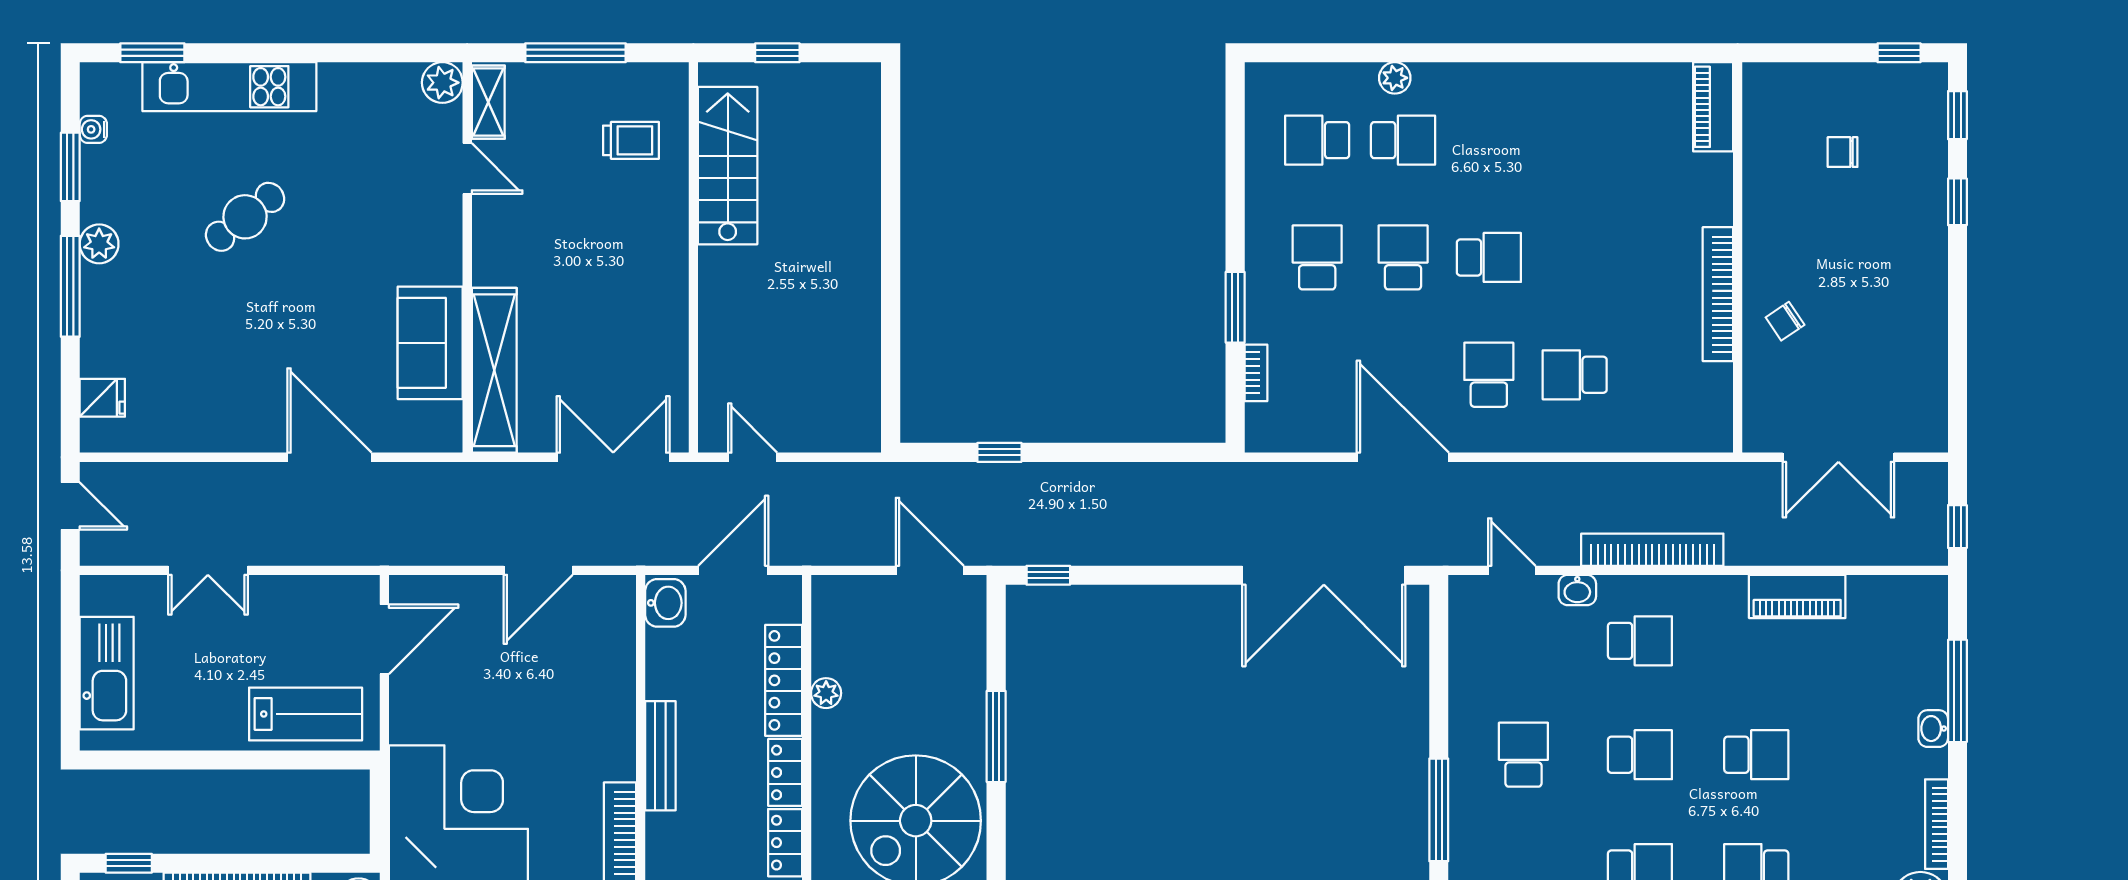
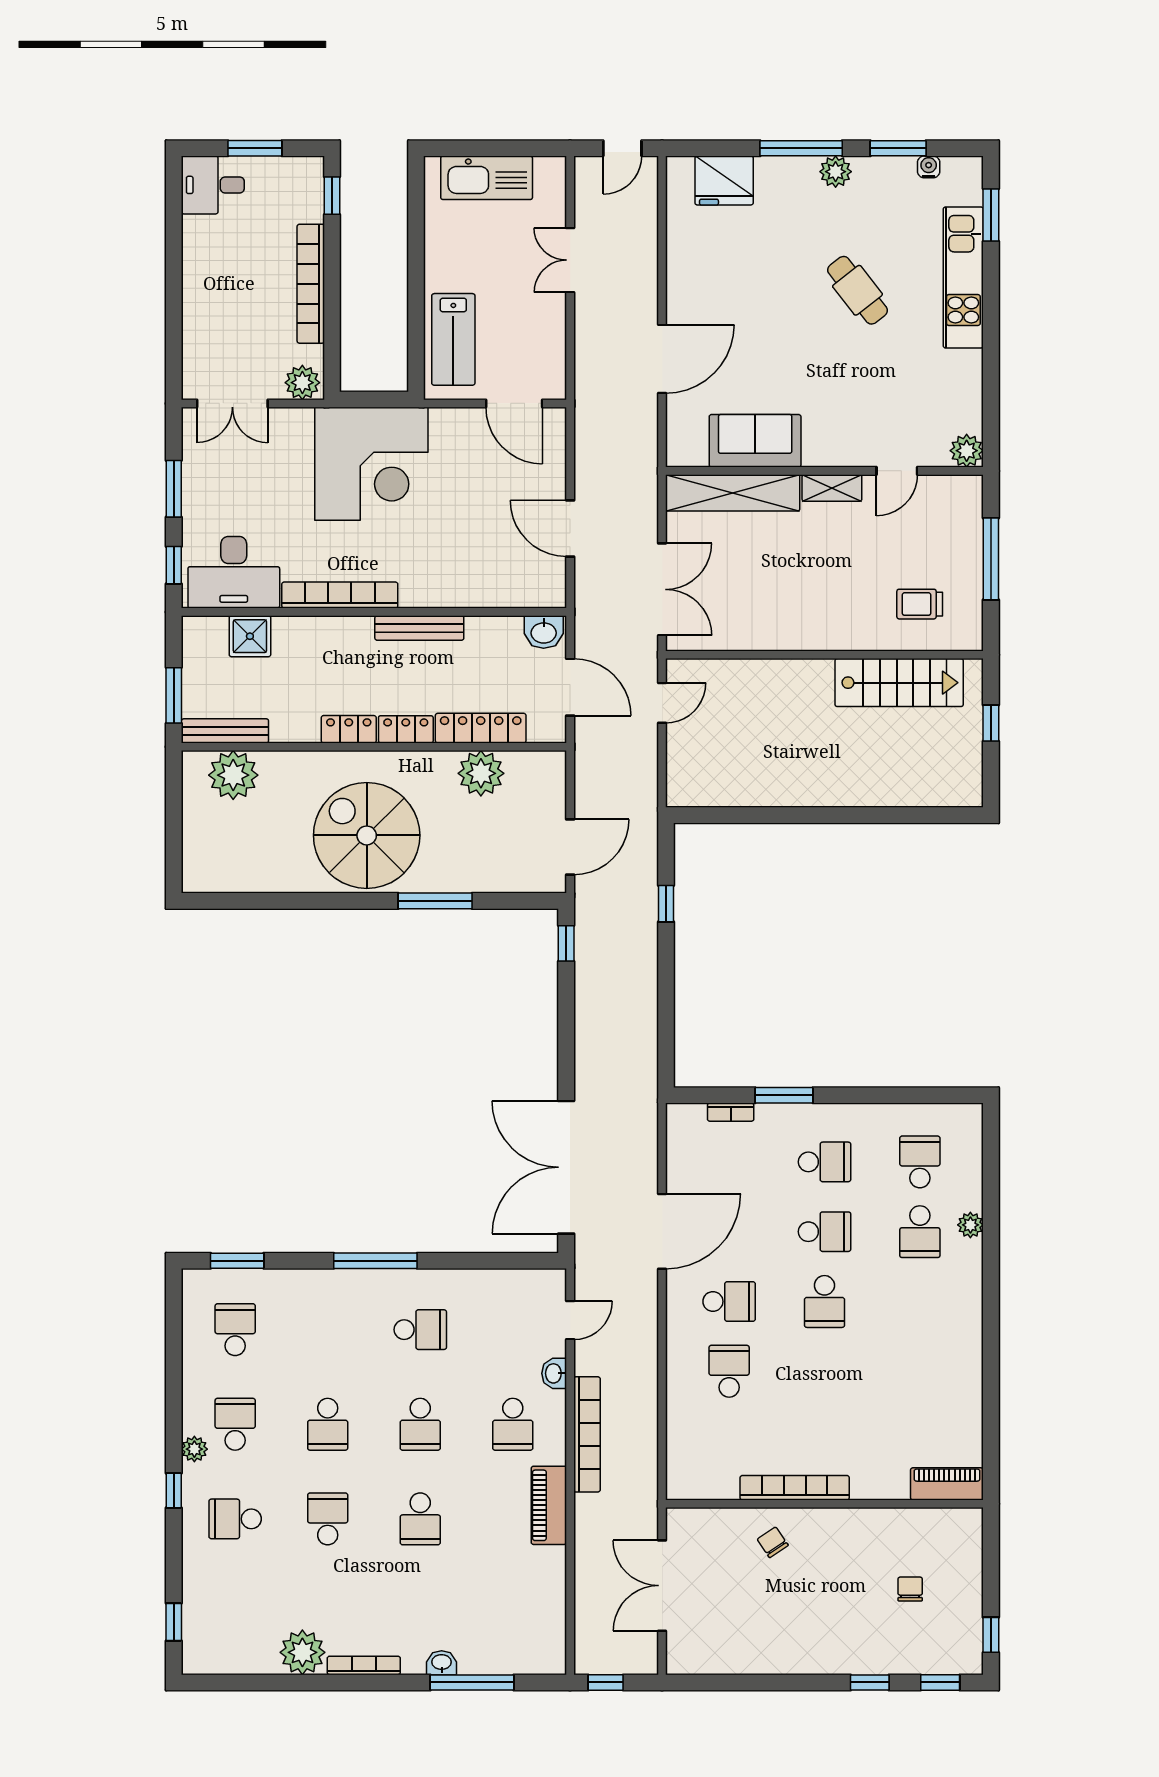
shelving: (488, 102) -> (832, 488), moved
trolley: (631, 140) -> (920, 604), turned 90
fridge: (102, 398) -> (724, 180), width x1.88, depth x1.34
piano: (1797, 596) -> (549, 1505), moved
plant: (826, 693) -> (481, 773), width x1.88, depth x1.88

